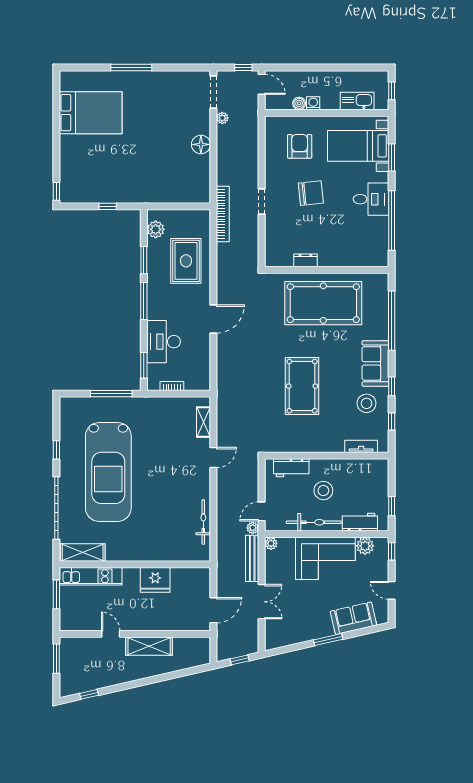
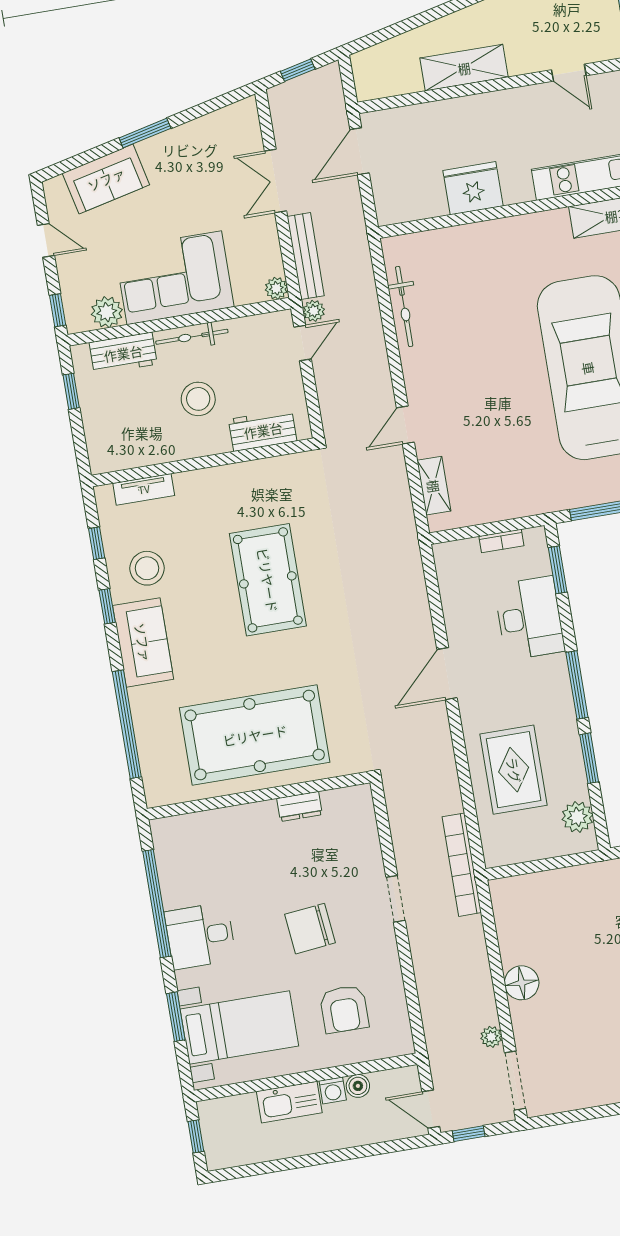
kitchen sink: (357, 101) -> (289, 1102), moved
bicycle: (314, 522) -> (192, 337), width x0.73, depth x0.71
door: (111, 634) -> (569, 73), moved

